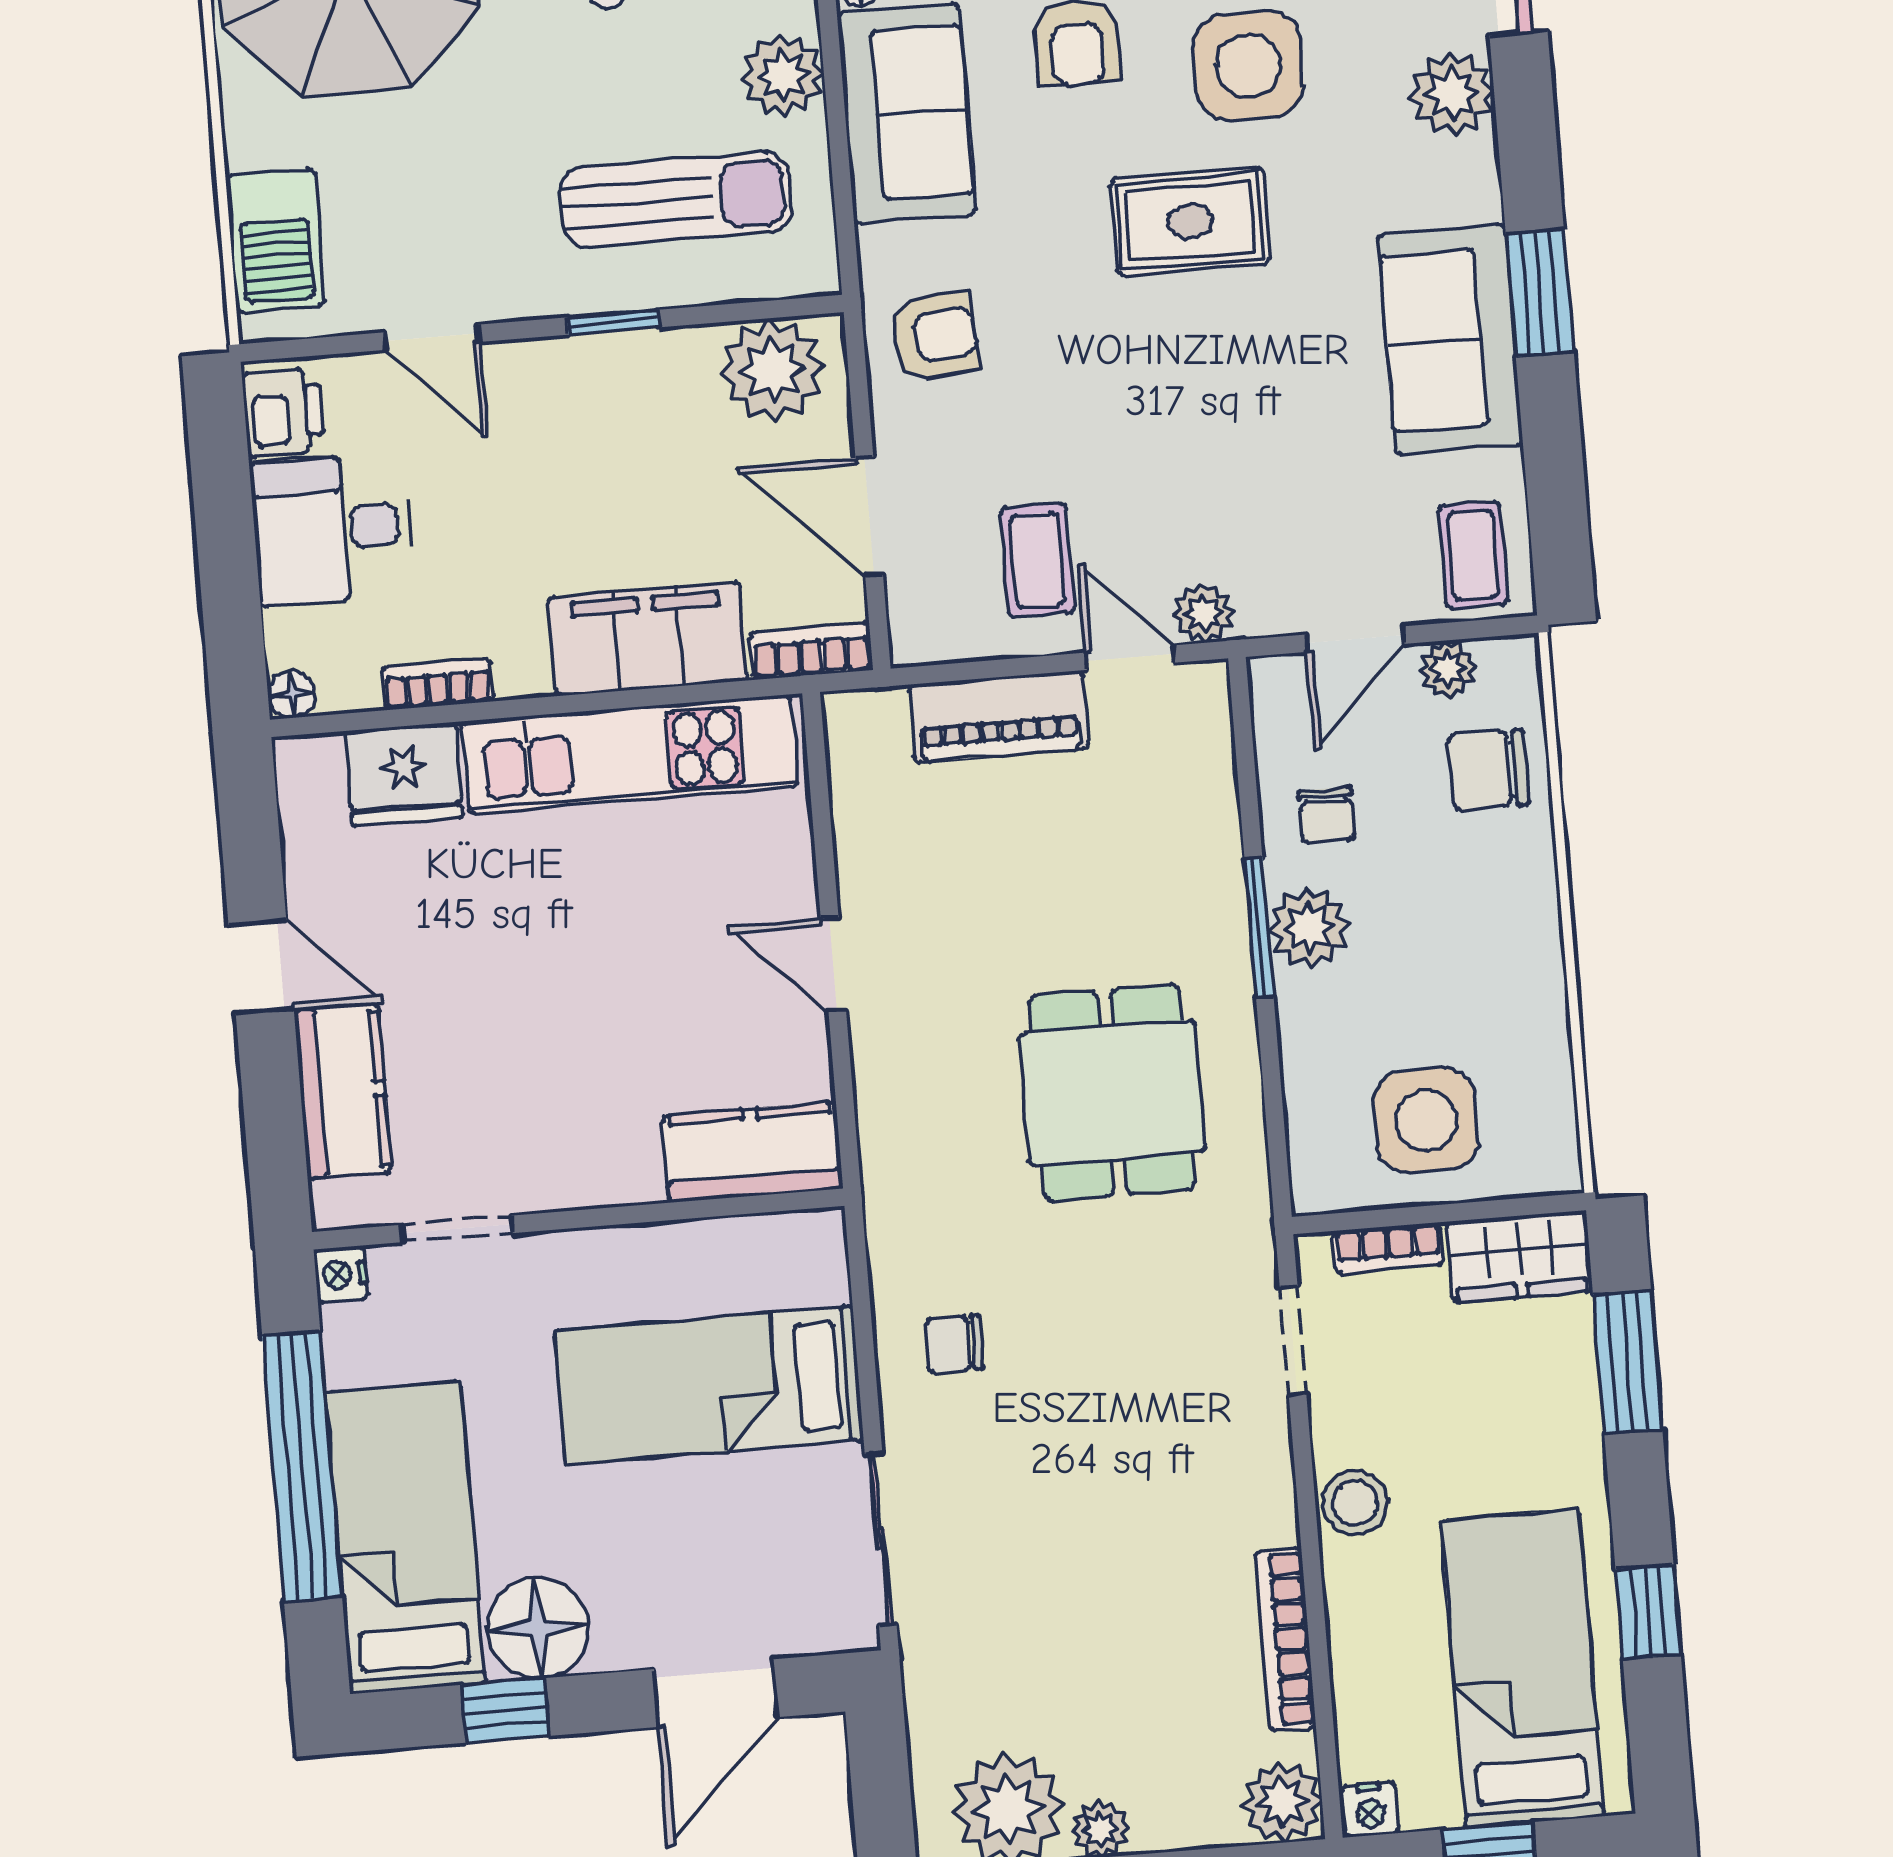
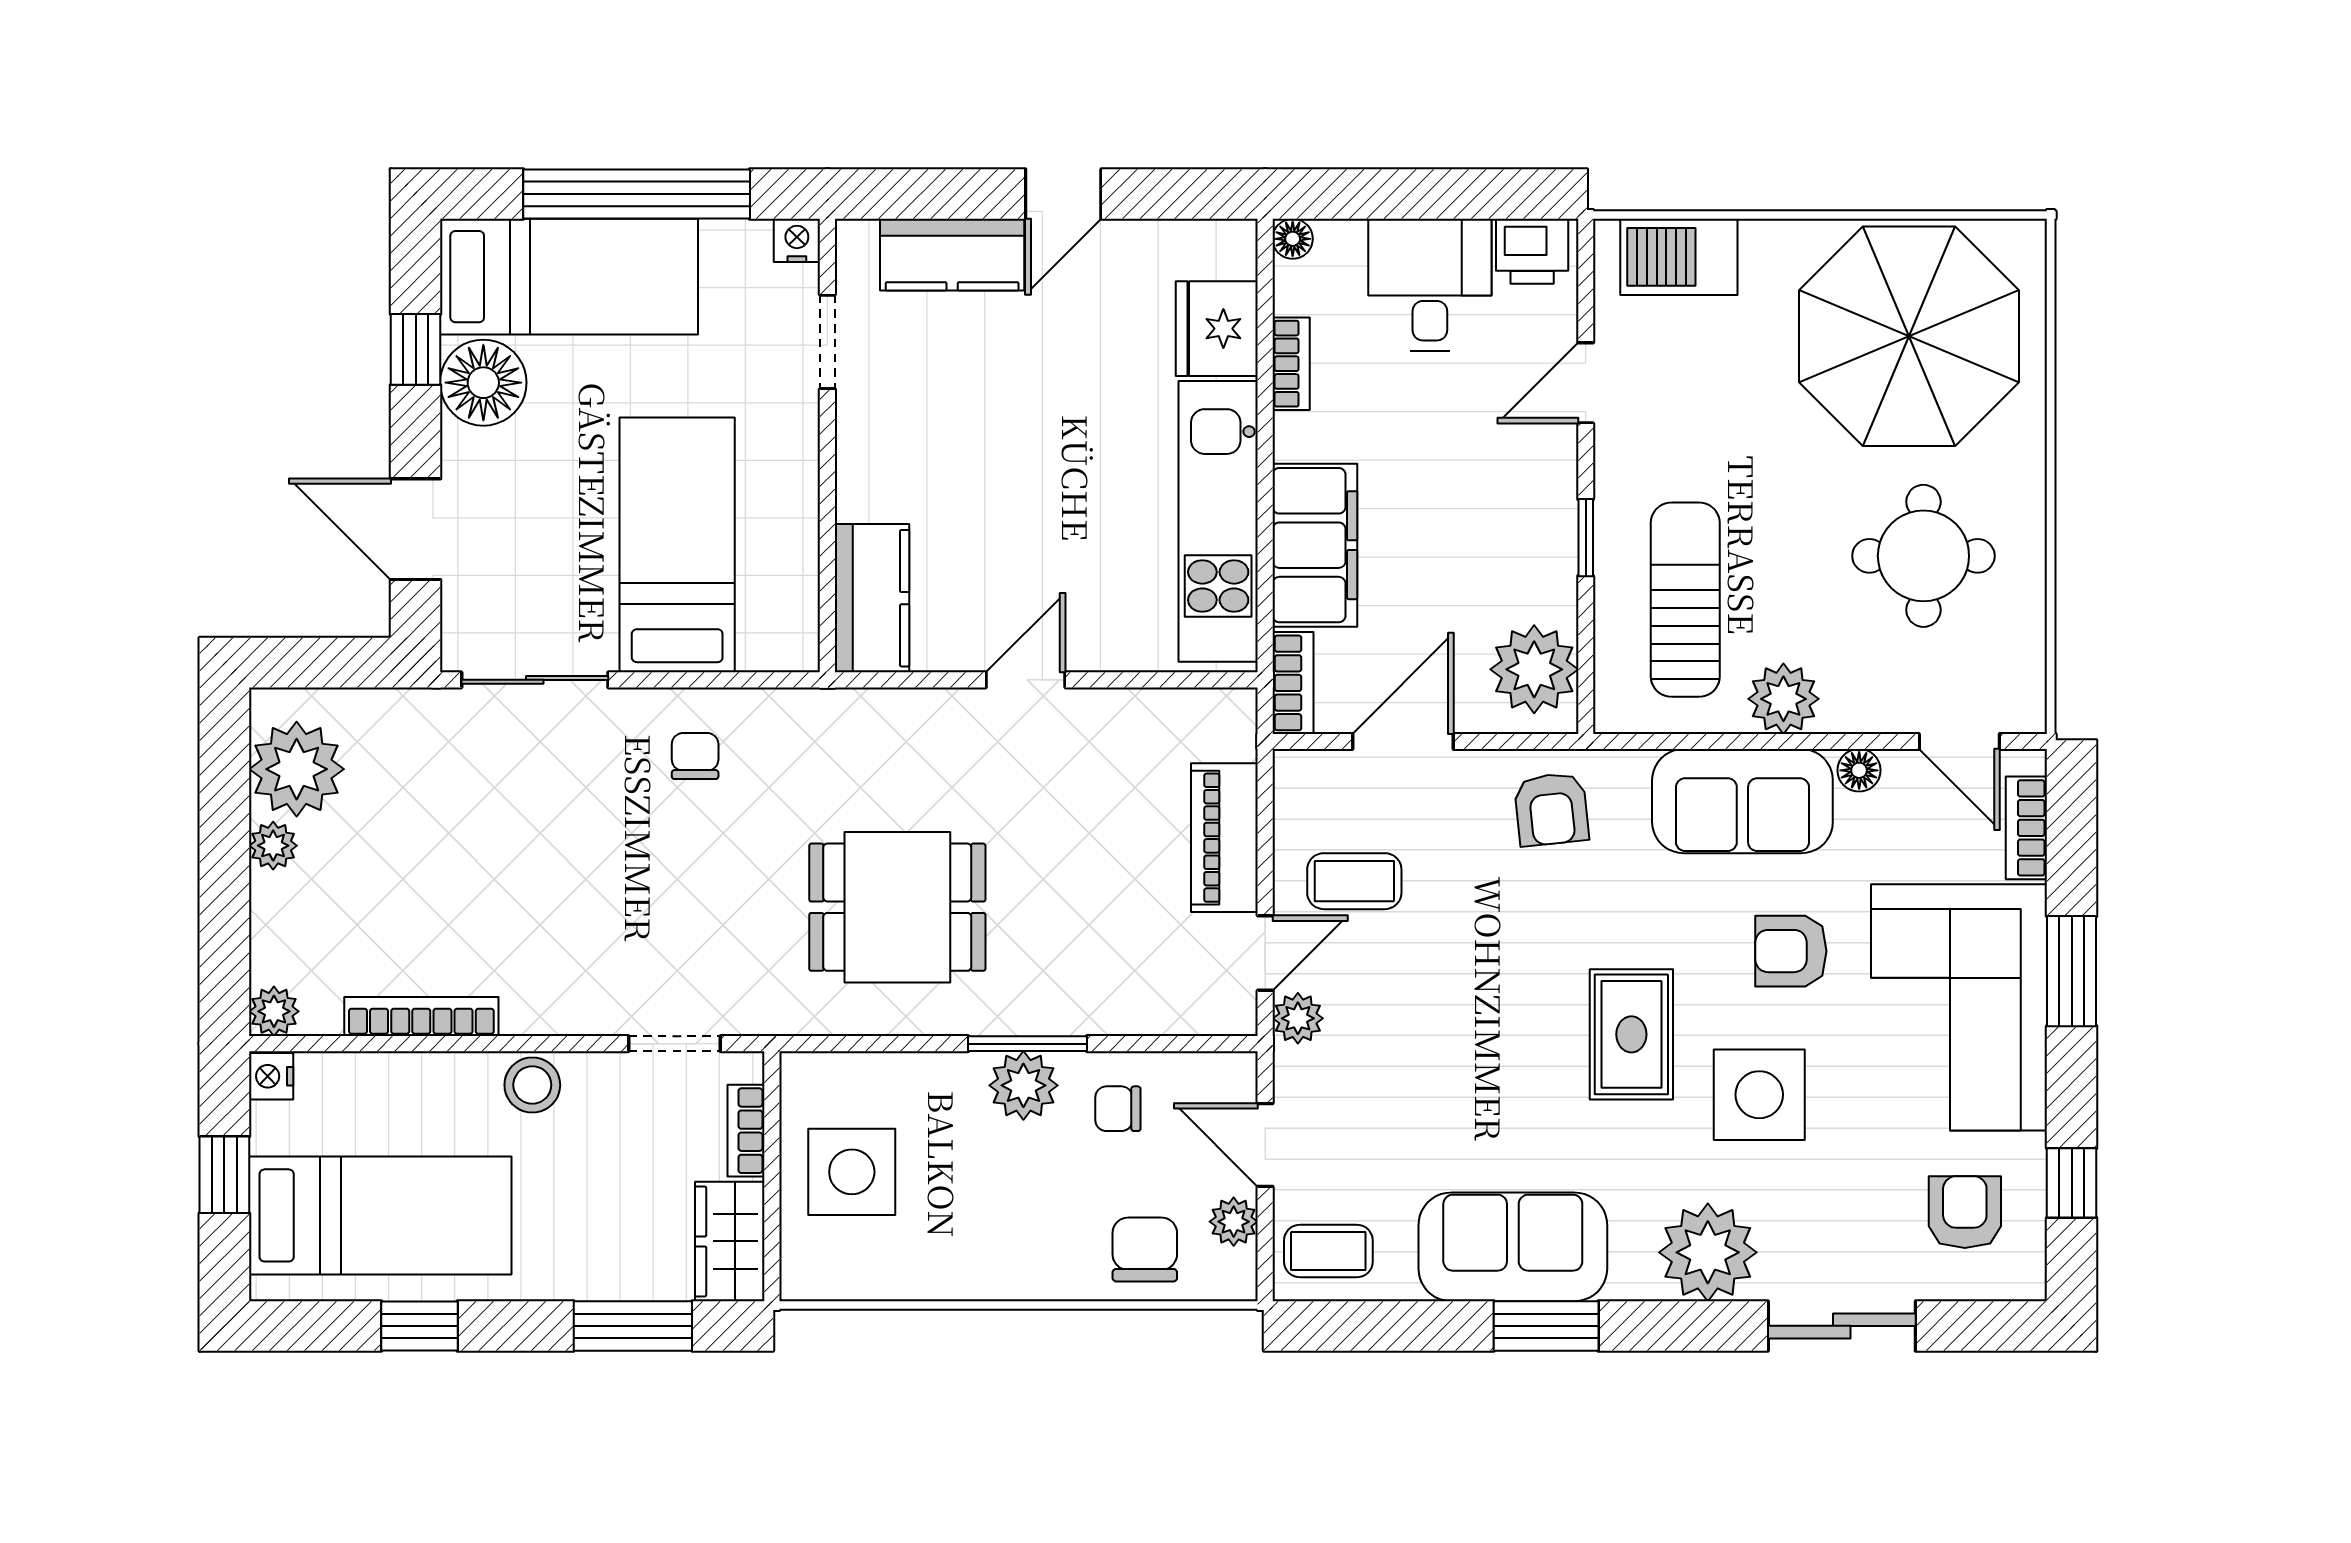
plant: (1452, 94) -> (1708, 1252), width x1.36, depth x1.36
sun lounger: (676, 200) -> (1685, 600), turned 180
plant: (1282, 1802) -> (274, 1011), width x0.73, depth x0.73

